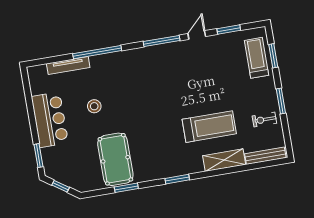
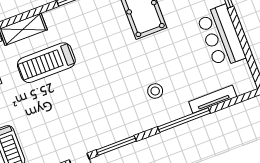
stool: (94, 106) -> (155, 91), moved

